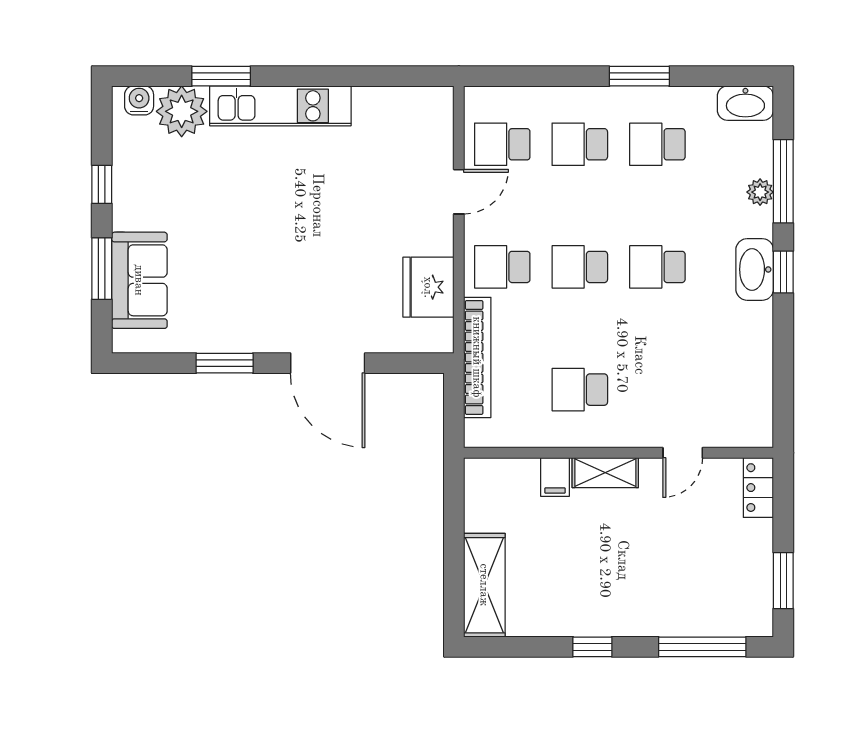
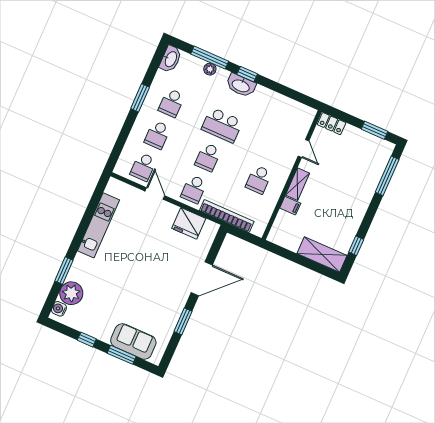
kitchen unit: (280, 106) -> (98, 225), moved
school desk: (657, 267) -> (222, 125), width x1.85
window: (592, 647) -> (356, 246), moved

